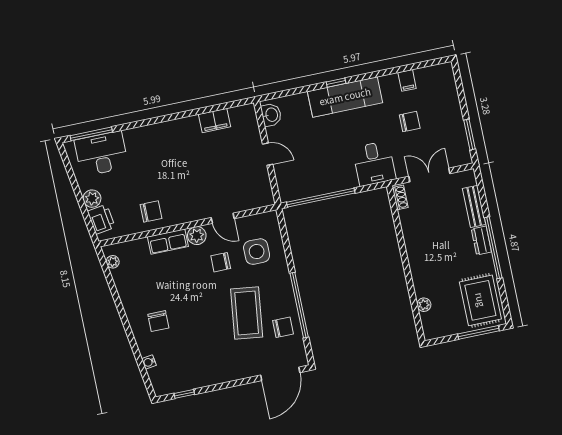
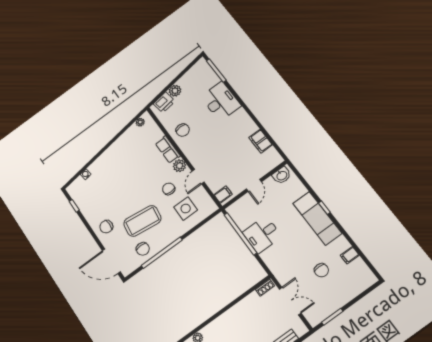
desk: (101, 154) -> (221, 101), moved
desk: (374, 163) -> (262, 234), moved
filing cabinet: (261, 197) -> (223, 195), added
chair: (158, 321) -> (106, 227), moved

